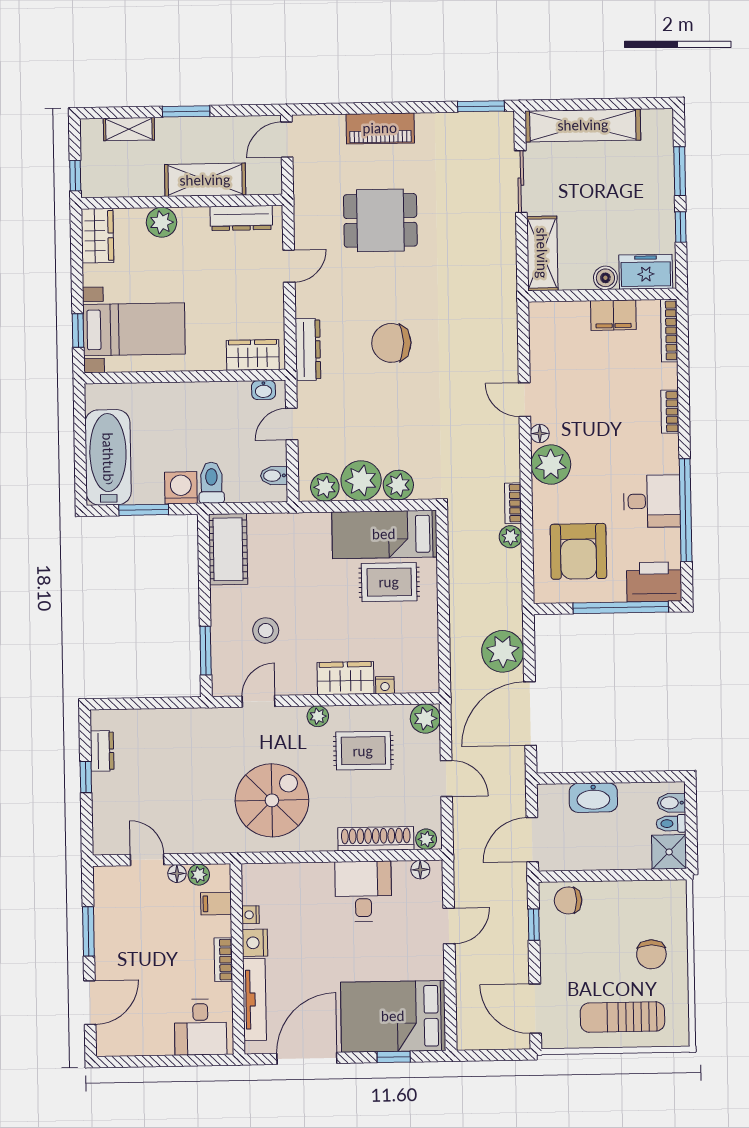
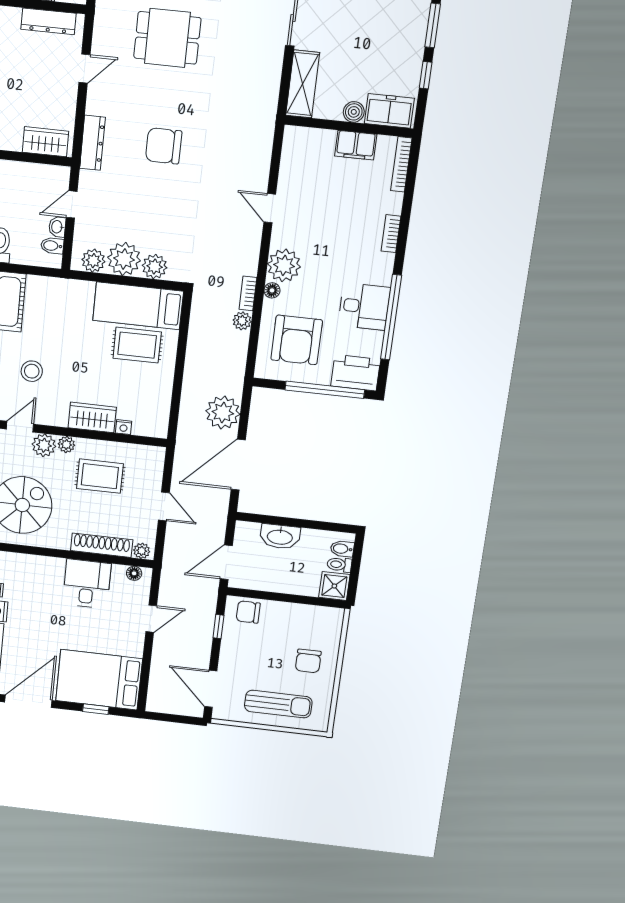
washbasin: (264, 390) -> (57, 227), moved, turned 90
floor lamp: (540, 434) -> (272, 290), moved
plant: (425, 718) -> (44, 445), moved
sun lounger: (622, 1017) -> (278, 704), turned 180

